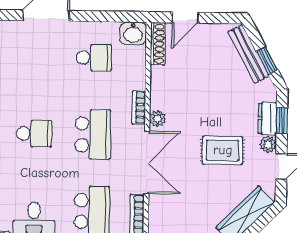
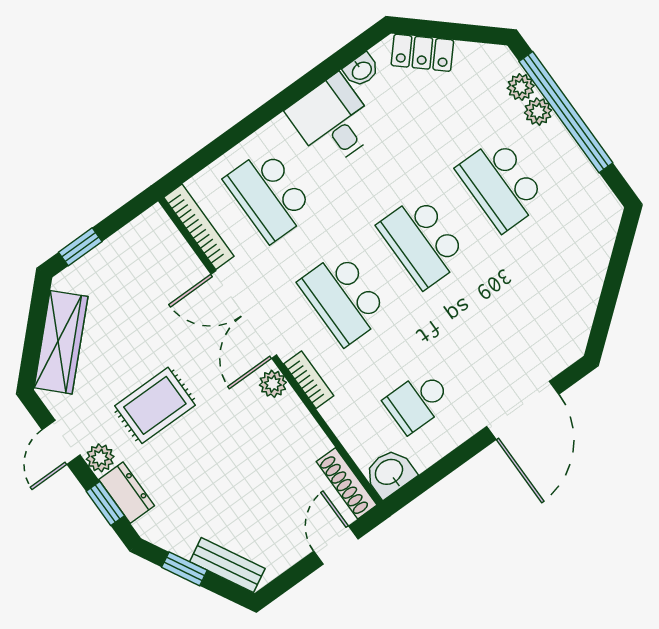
bench: (248, 54) -> (227, 565), width x0.73
school desk: (34, 134) -> (422, 242), width x1.85

